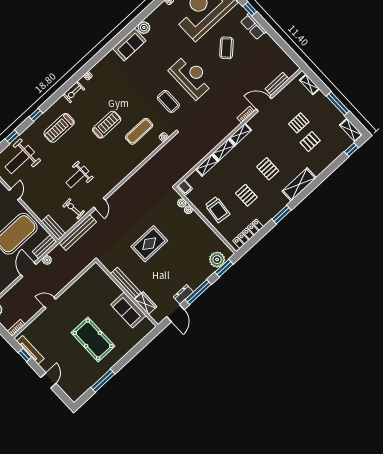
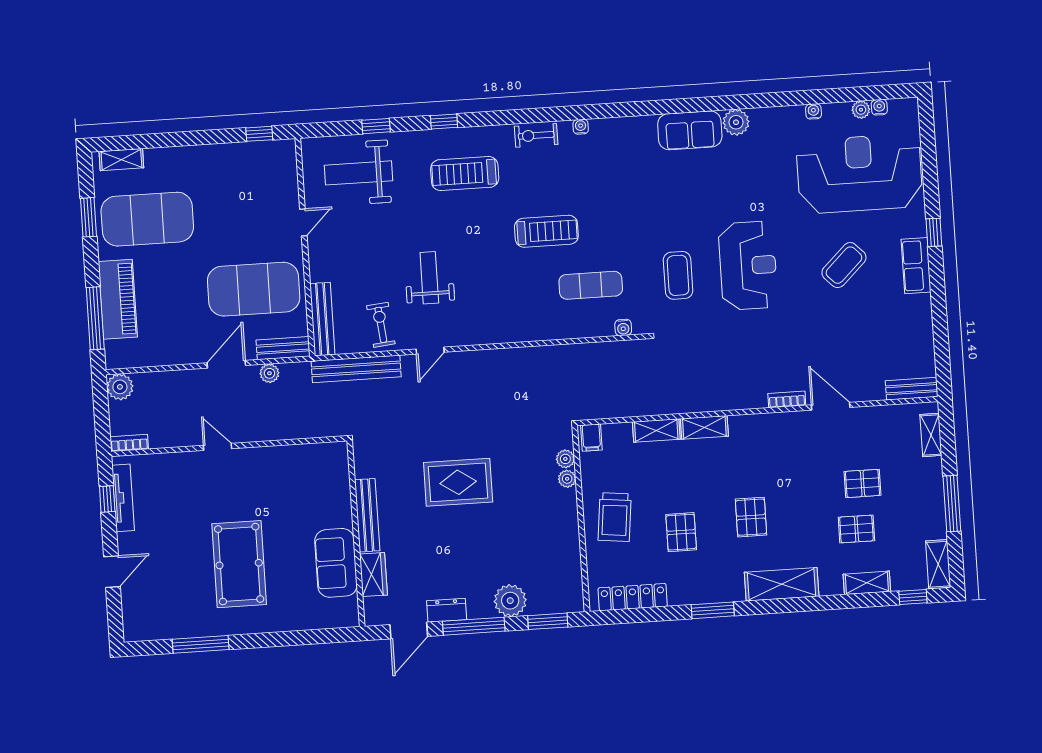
bench: (277, 84) -> (912, 389), moved
shelving: (240, 134) -> (867, 583), moved
weight bench: (77, 177) -> (429, 278), turned 90
bench: (53, 228) -> (322, 319), width x1.36
plant: (217, 260) -> (510, 601), moved

